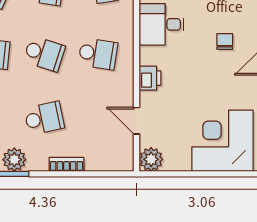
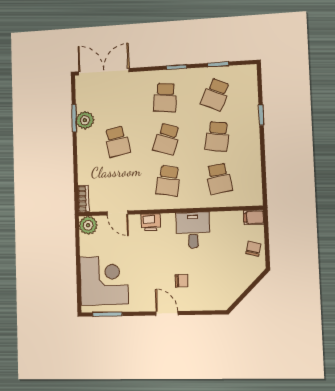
door: (136, 121) -> (117, 213), swing flipped
bookcase: (66, 164) -> (84, 199), moved

